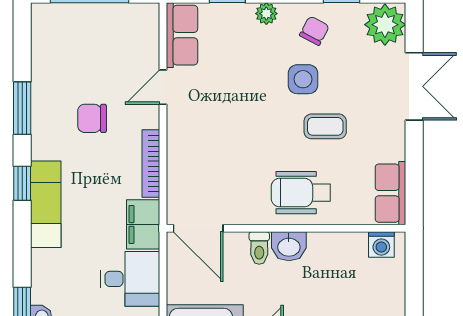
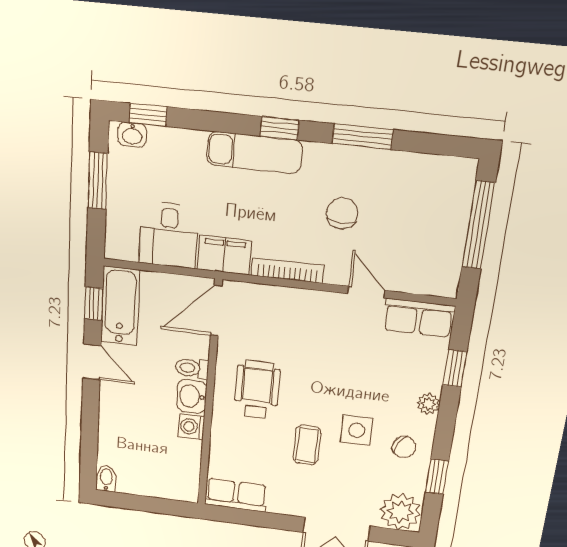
wheelchair: (301, 193) -> (257, 390), moved
washing machine: (381, 244) -> (191, 427), moved

